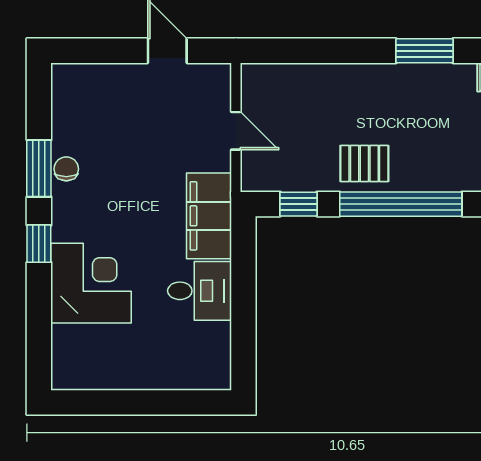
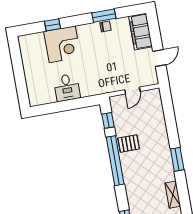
pallet: (364, 164) -> (129, 144), turned 90
filing cabinet: (209, 216) -> (141, 32), moved, turned -90
window: (39, 244) -> (52, 25), moved

